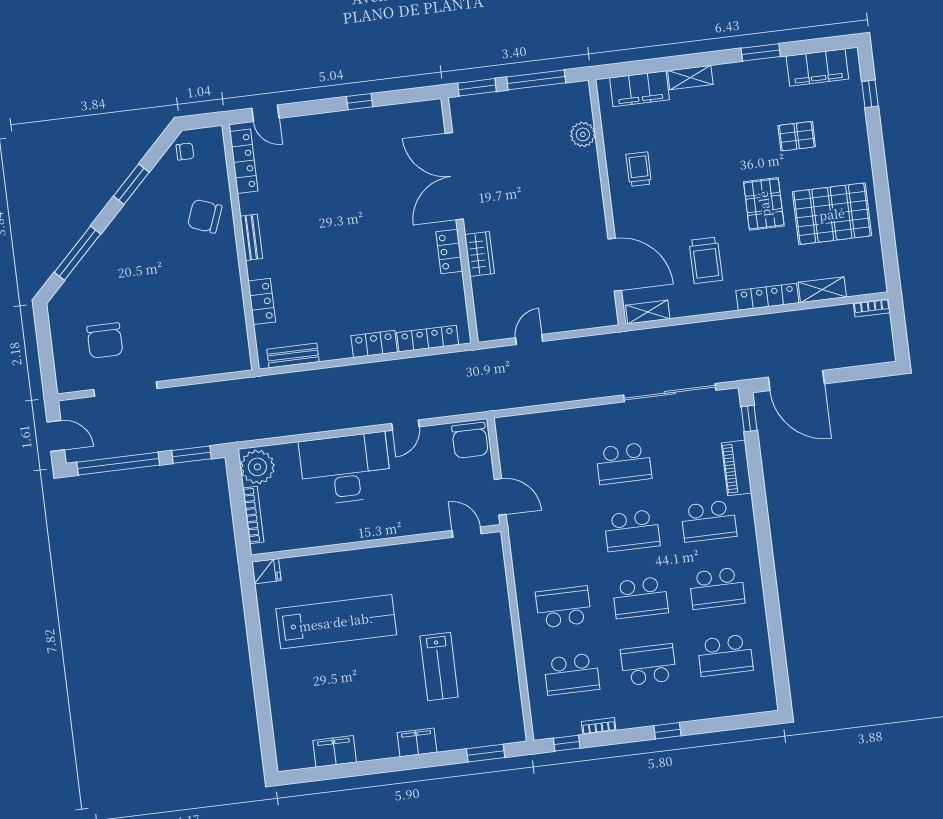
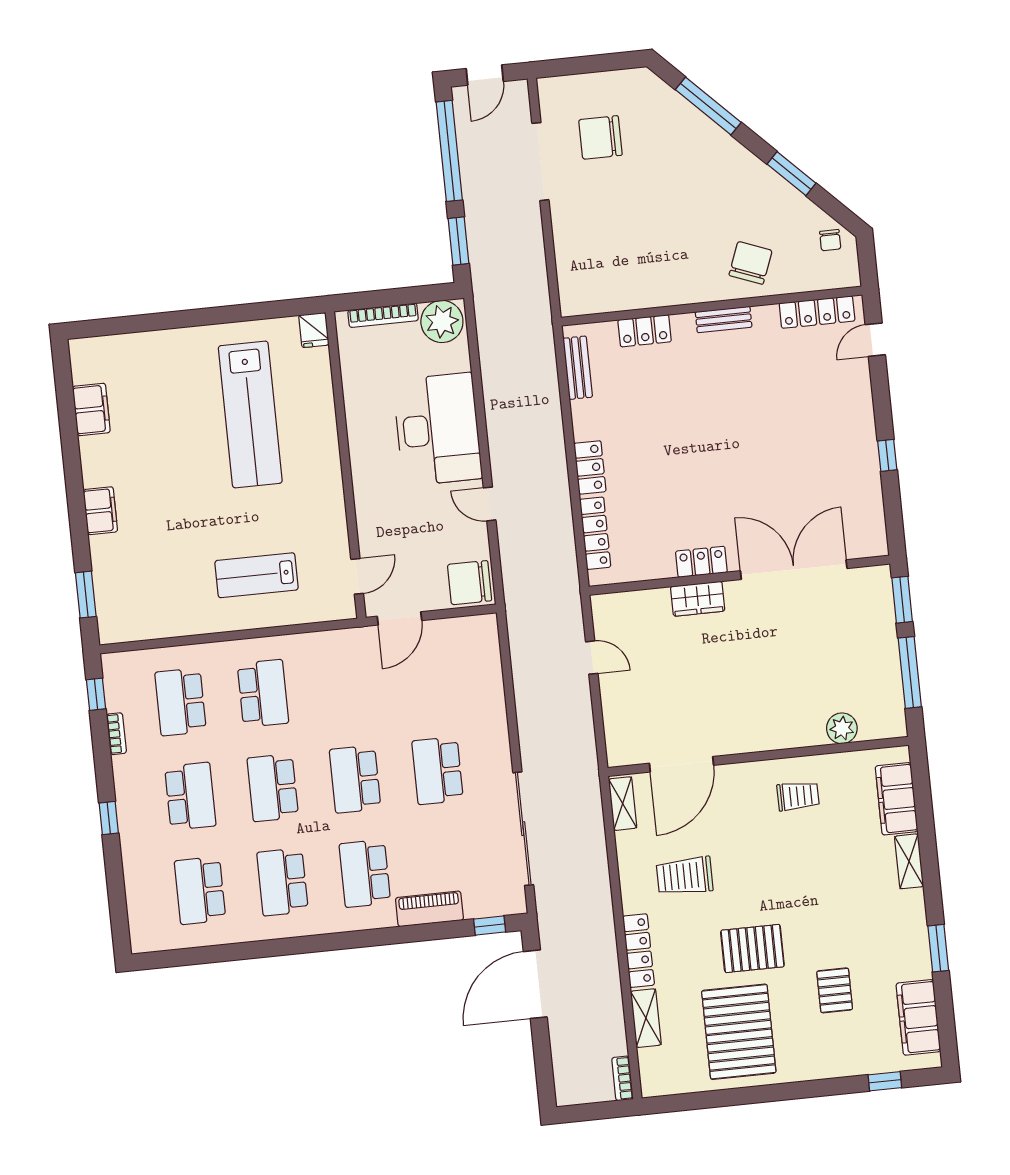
lab bench: (439, 667) -> (257, 575), moved

